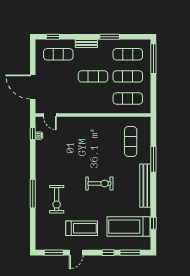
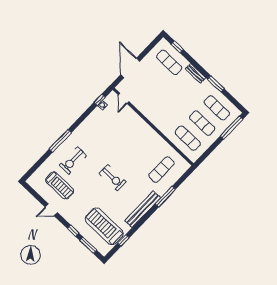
exercise mat: (93, 76) -> (178, 100), removed
treadmill: (82, 228) -> (60, 186), moved
window: (54, 253) -> (36, 195), removed

